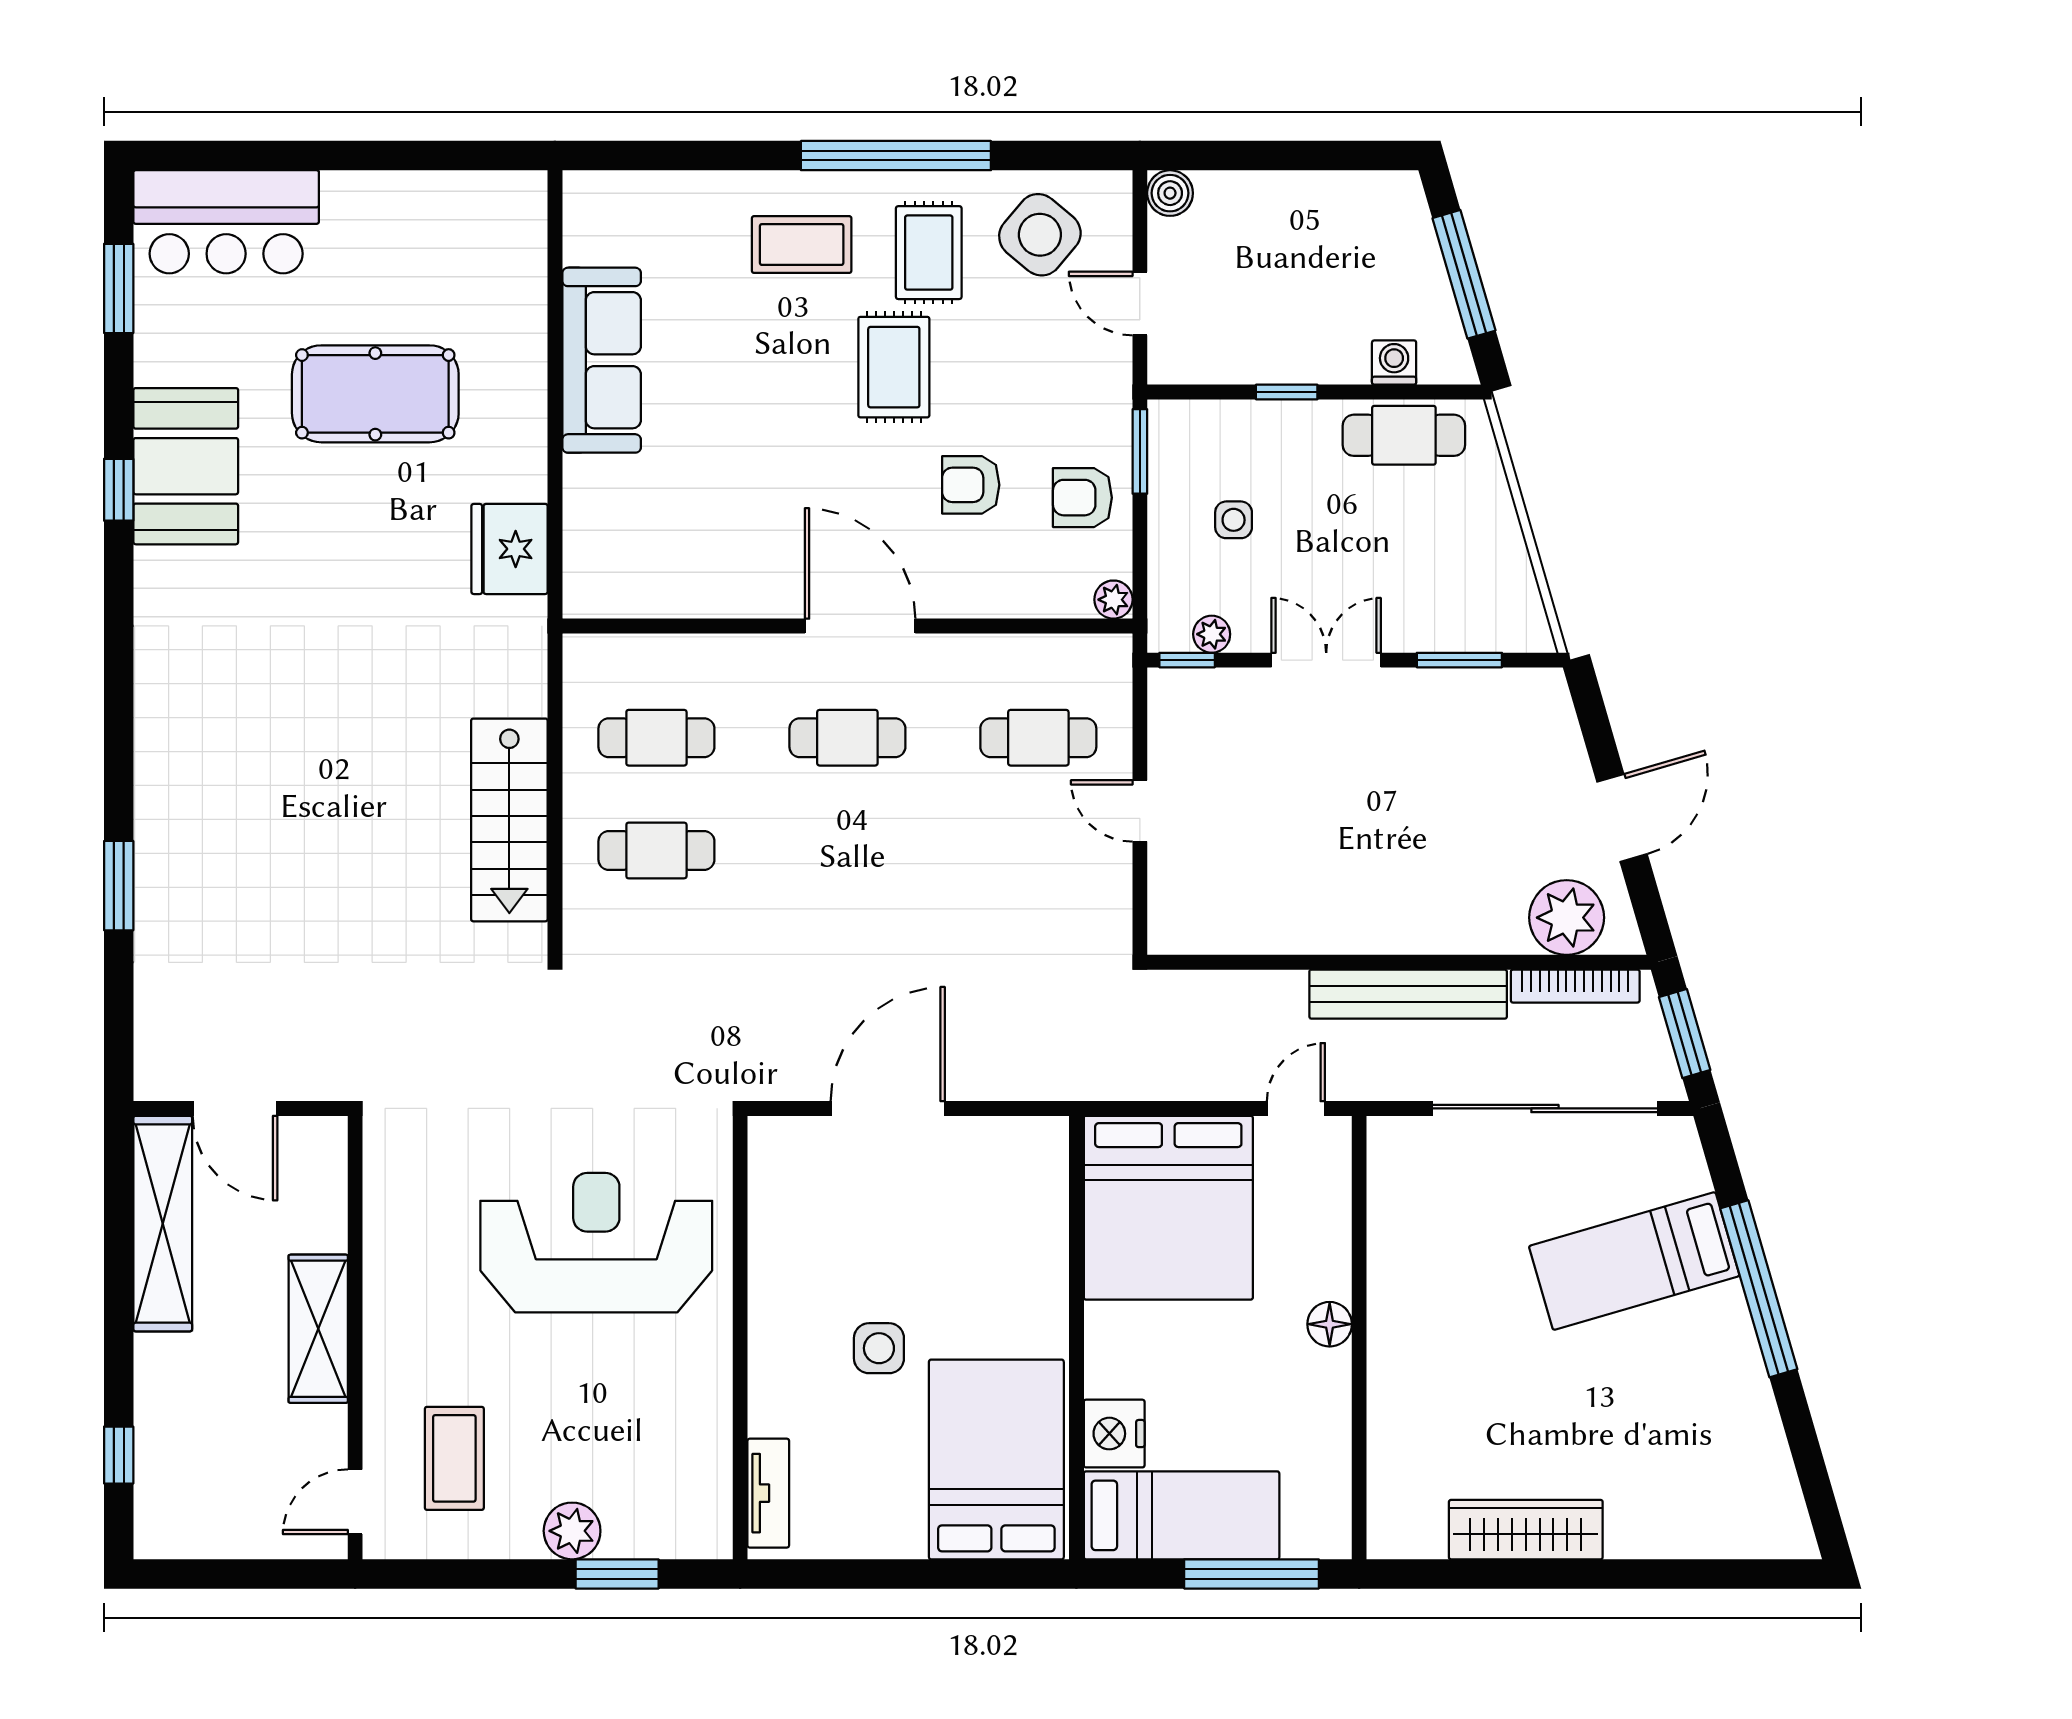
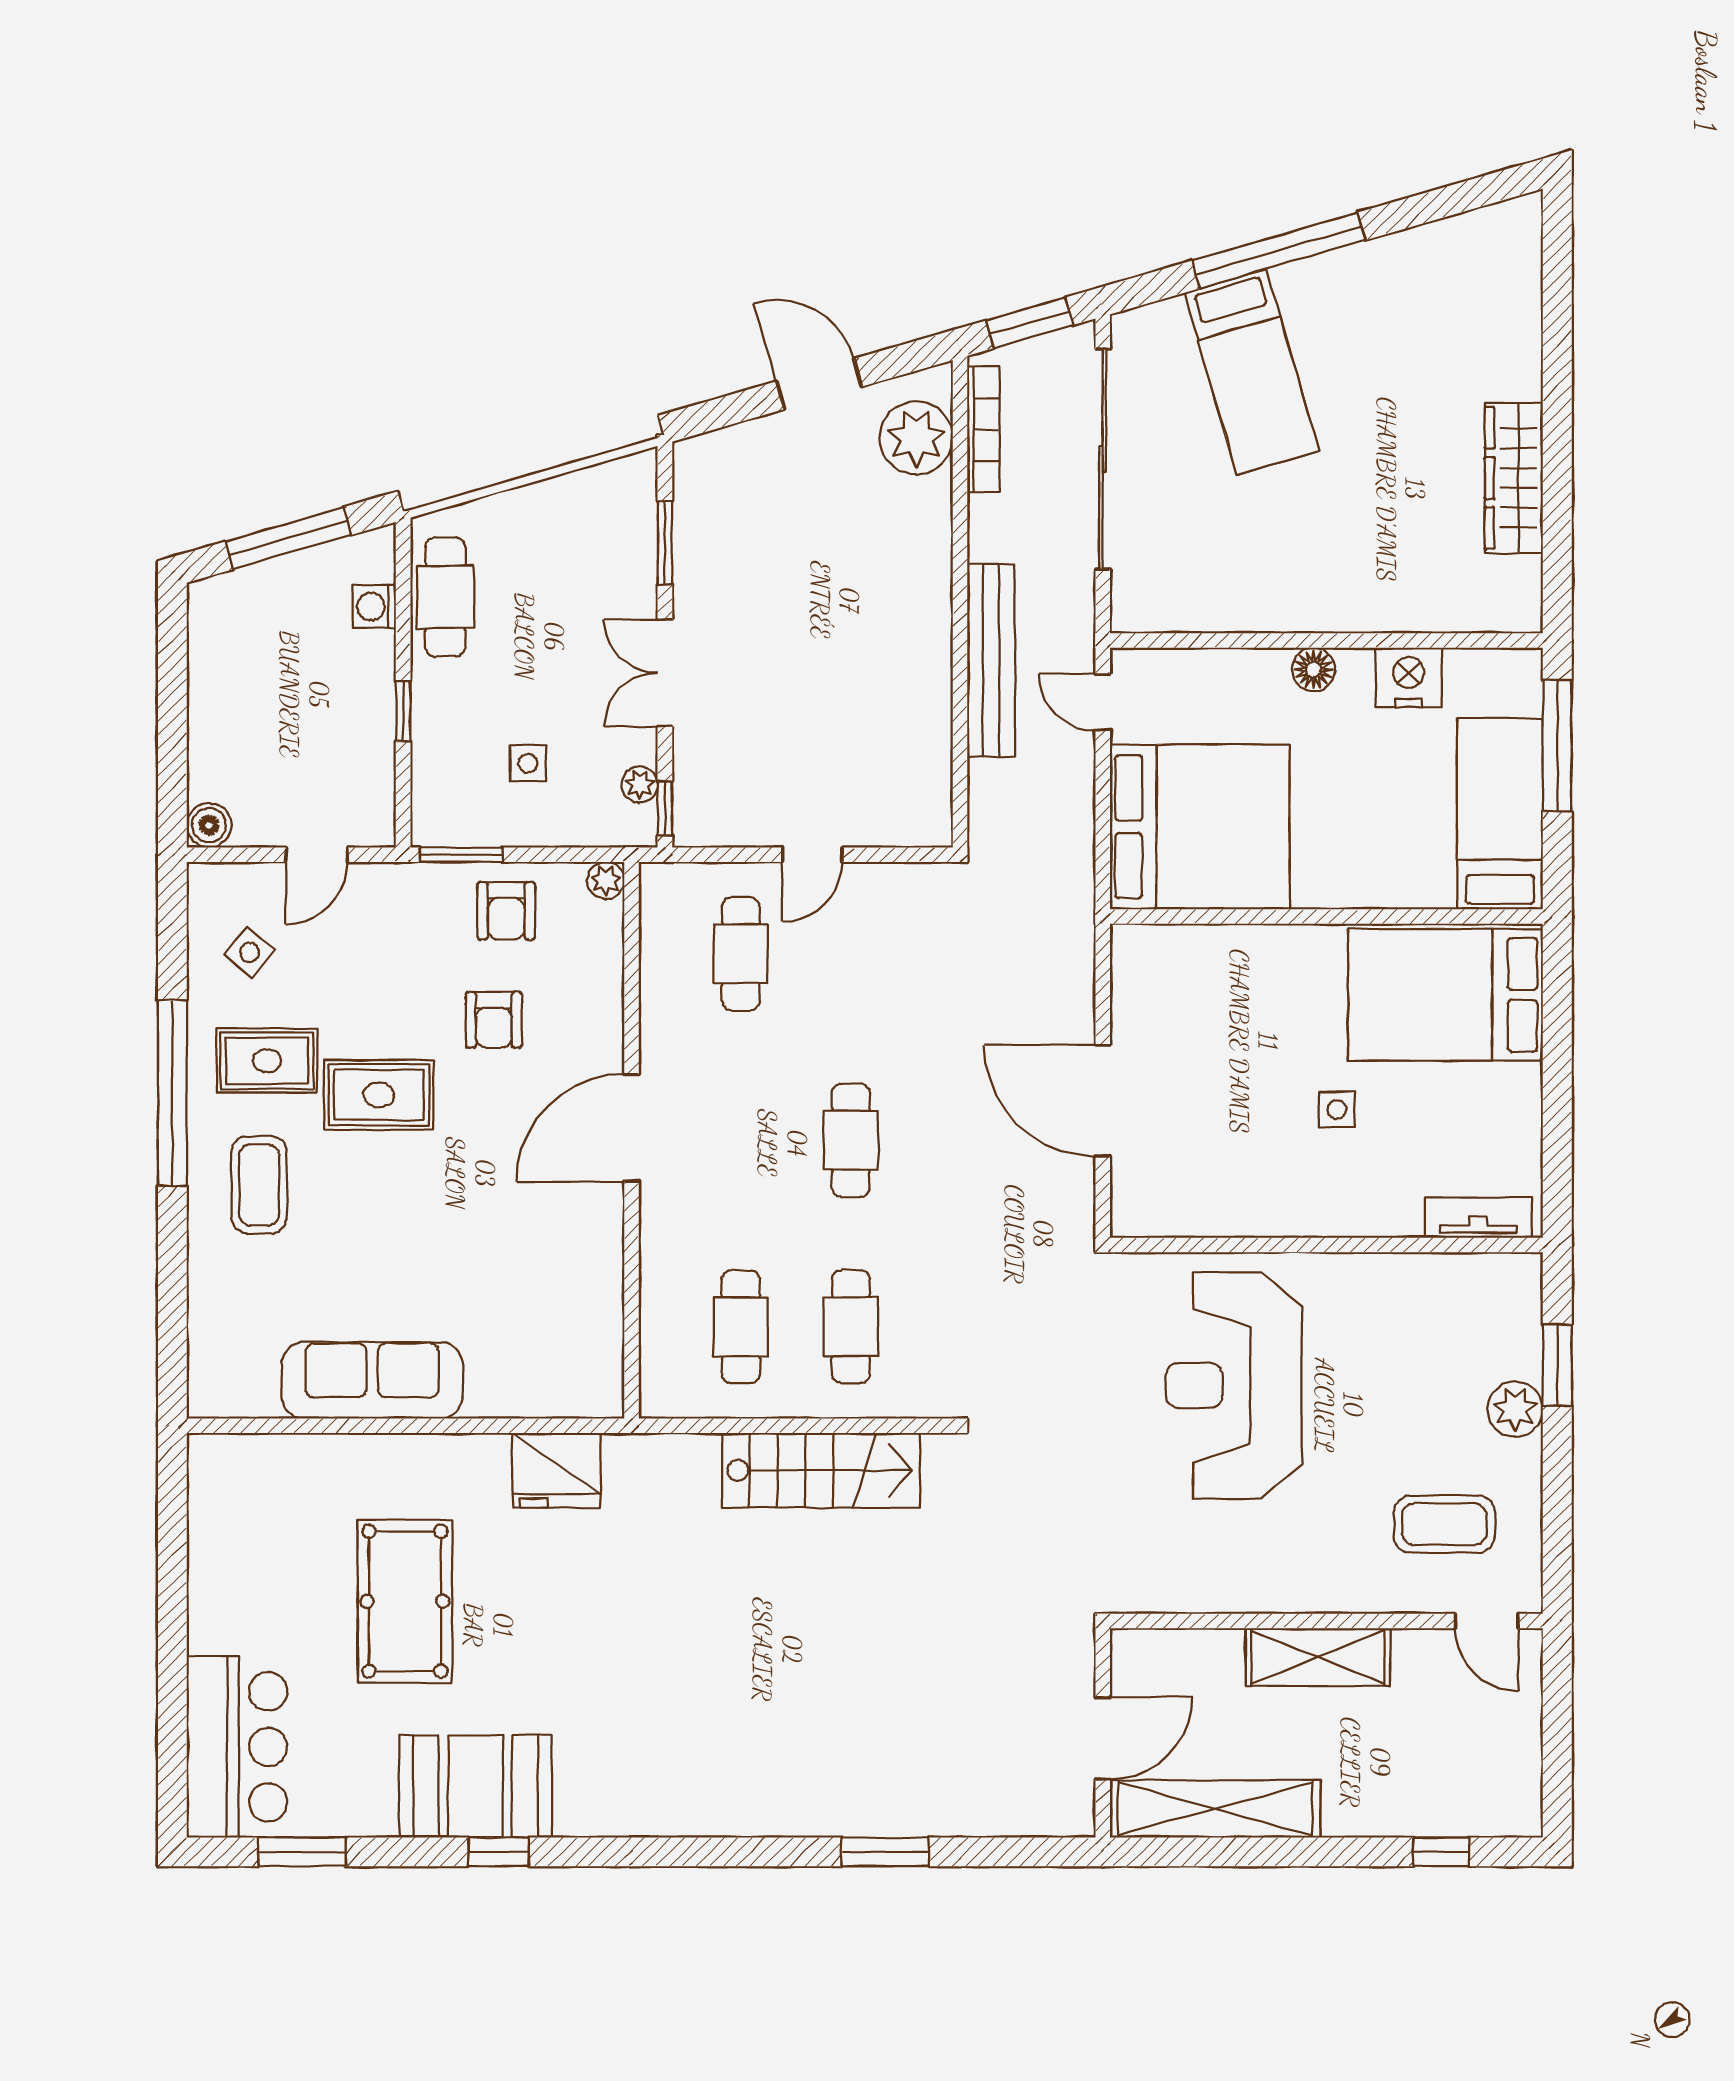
side table: (1040, 235) -> (250, 952), width x0.54, depth x0.54
cafe table: (847, 738) -> (851, 1140), moved
bench: (1408, 994) -> (991, 661), moved
side table: (879, 1348) -> (1337, 1109), width x0.73, depth x0.73
nightstand: (1114, 1434) -> (1409, 677), moved, turned 180

